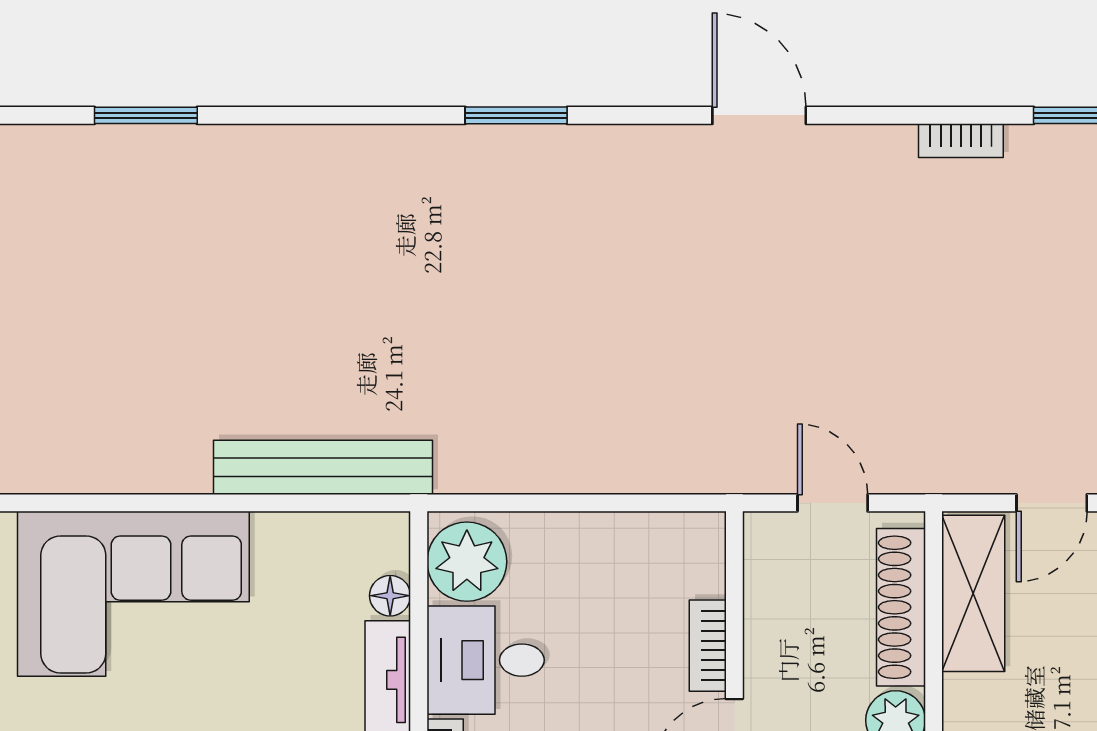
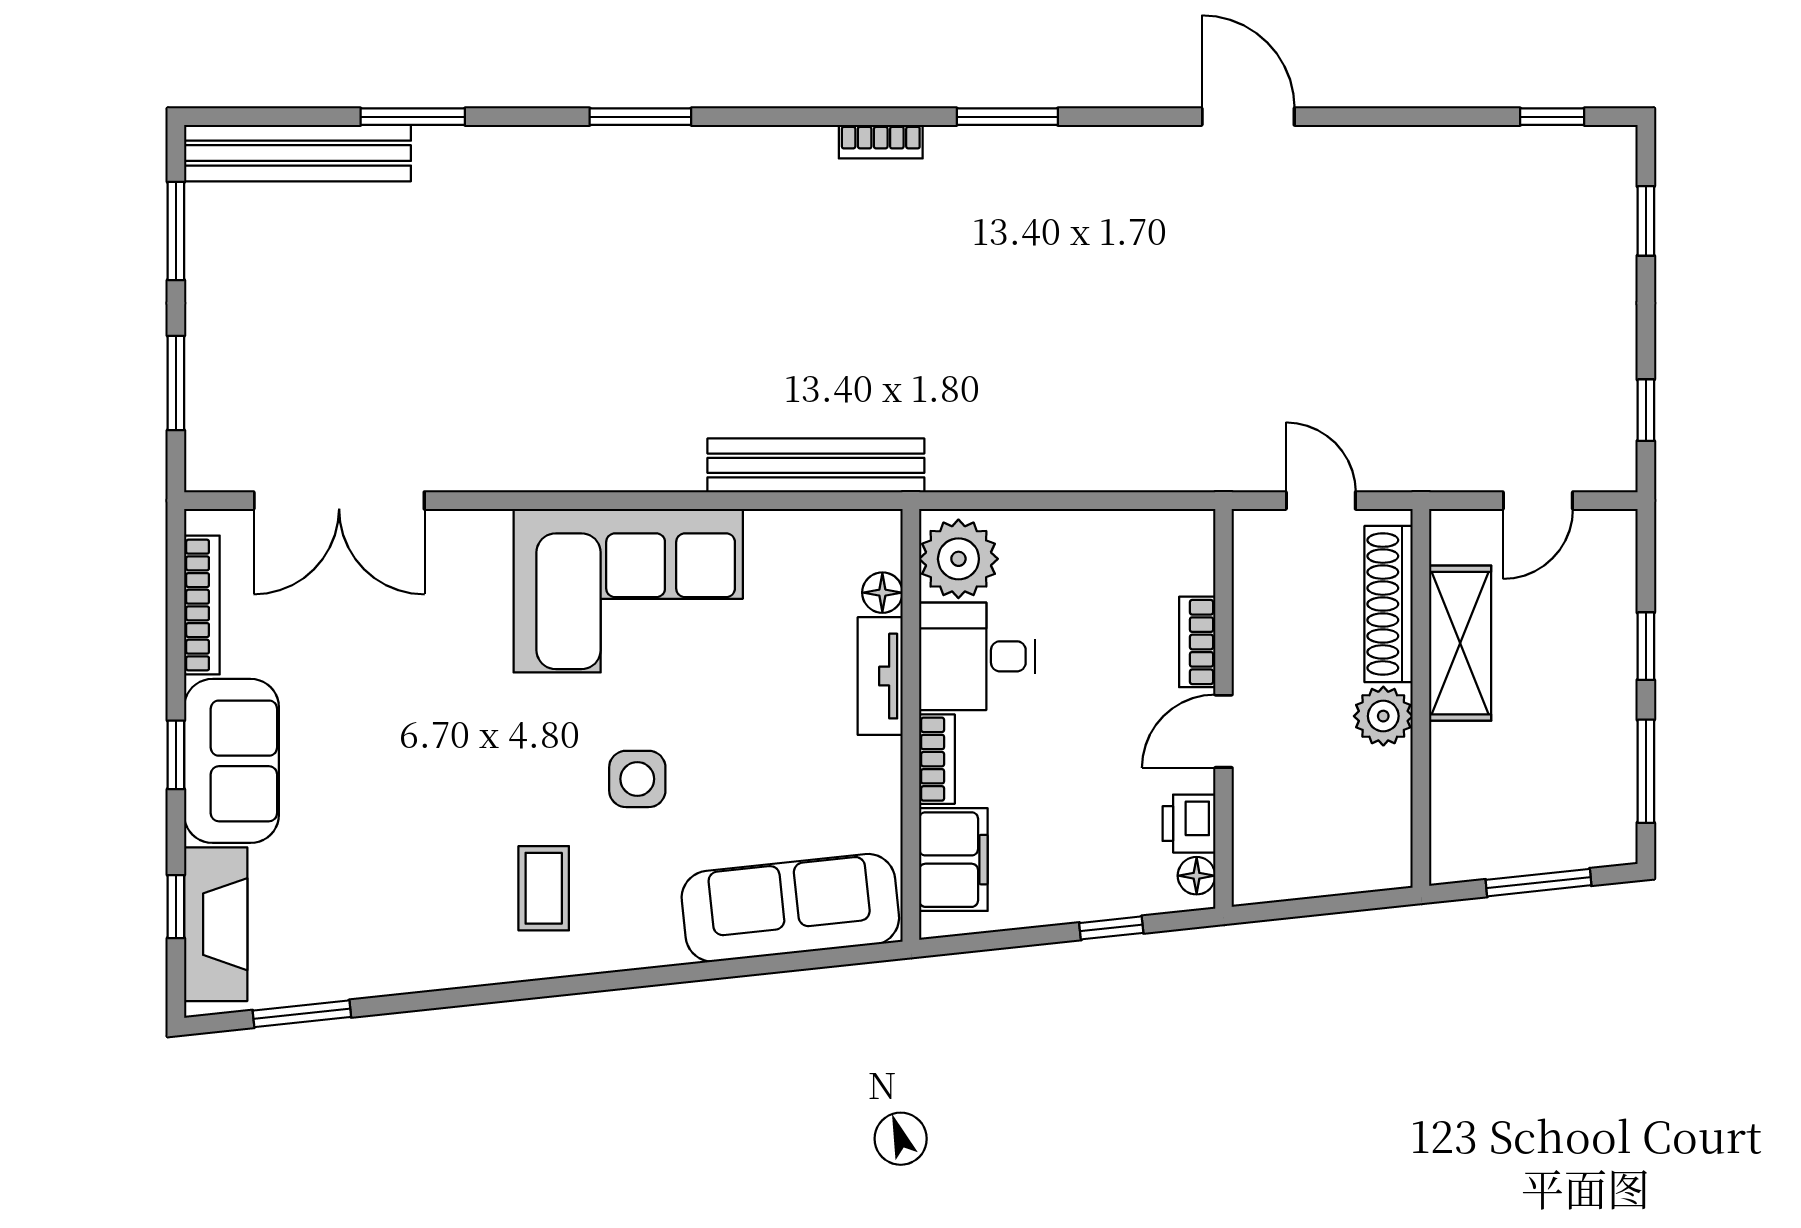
bookcase: (961, 141) -> (881, 142), moved
shelving: (973, 593) -> (1460, 643), moved

